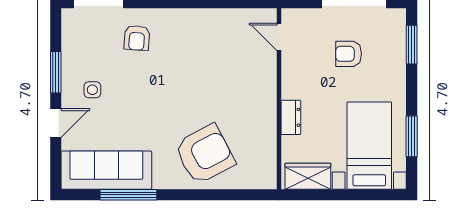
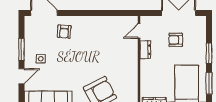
door: (279, 37) -> (139, 31), hinge flipped
window: (412, 45) -> (209, 53), moved
dresser: (291, 117) -> (145, 50), moved

